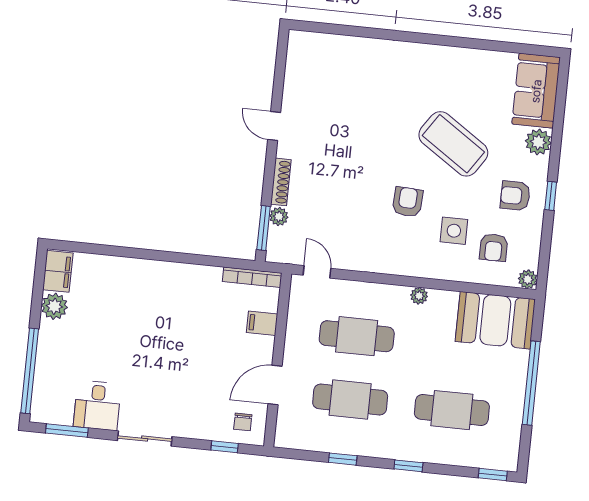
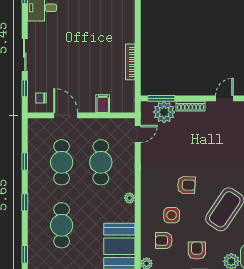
plant: (279, 217) -> (164, 112), width x1.88, depth x1.88
bookcase: (252, 277) -> (130, 62), moved
sliding door: (145, 439) -> (25, 55), moved

